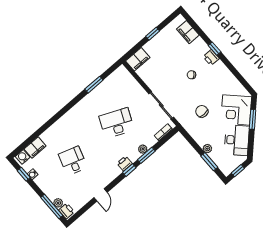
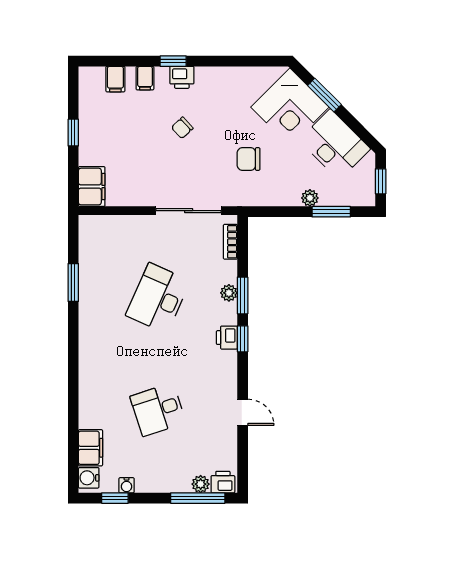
filing cabinet: (188, 32) -> (115, 79), width x0.50
filing cabinet: (198, 43) -> (145, 78), added
desk: (73, 161) -> (158, 410), turned -36

